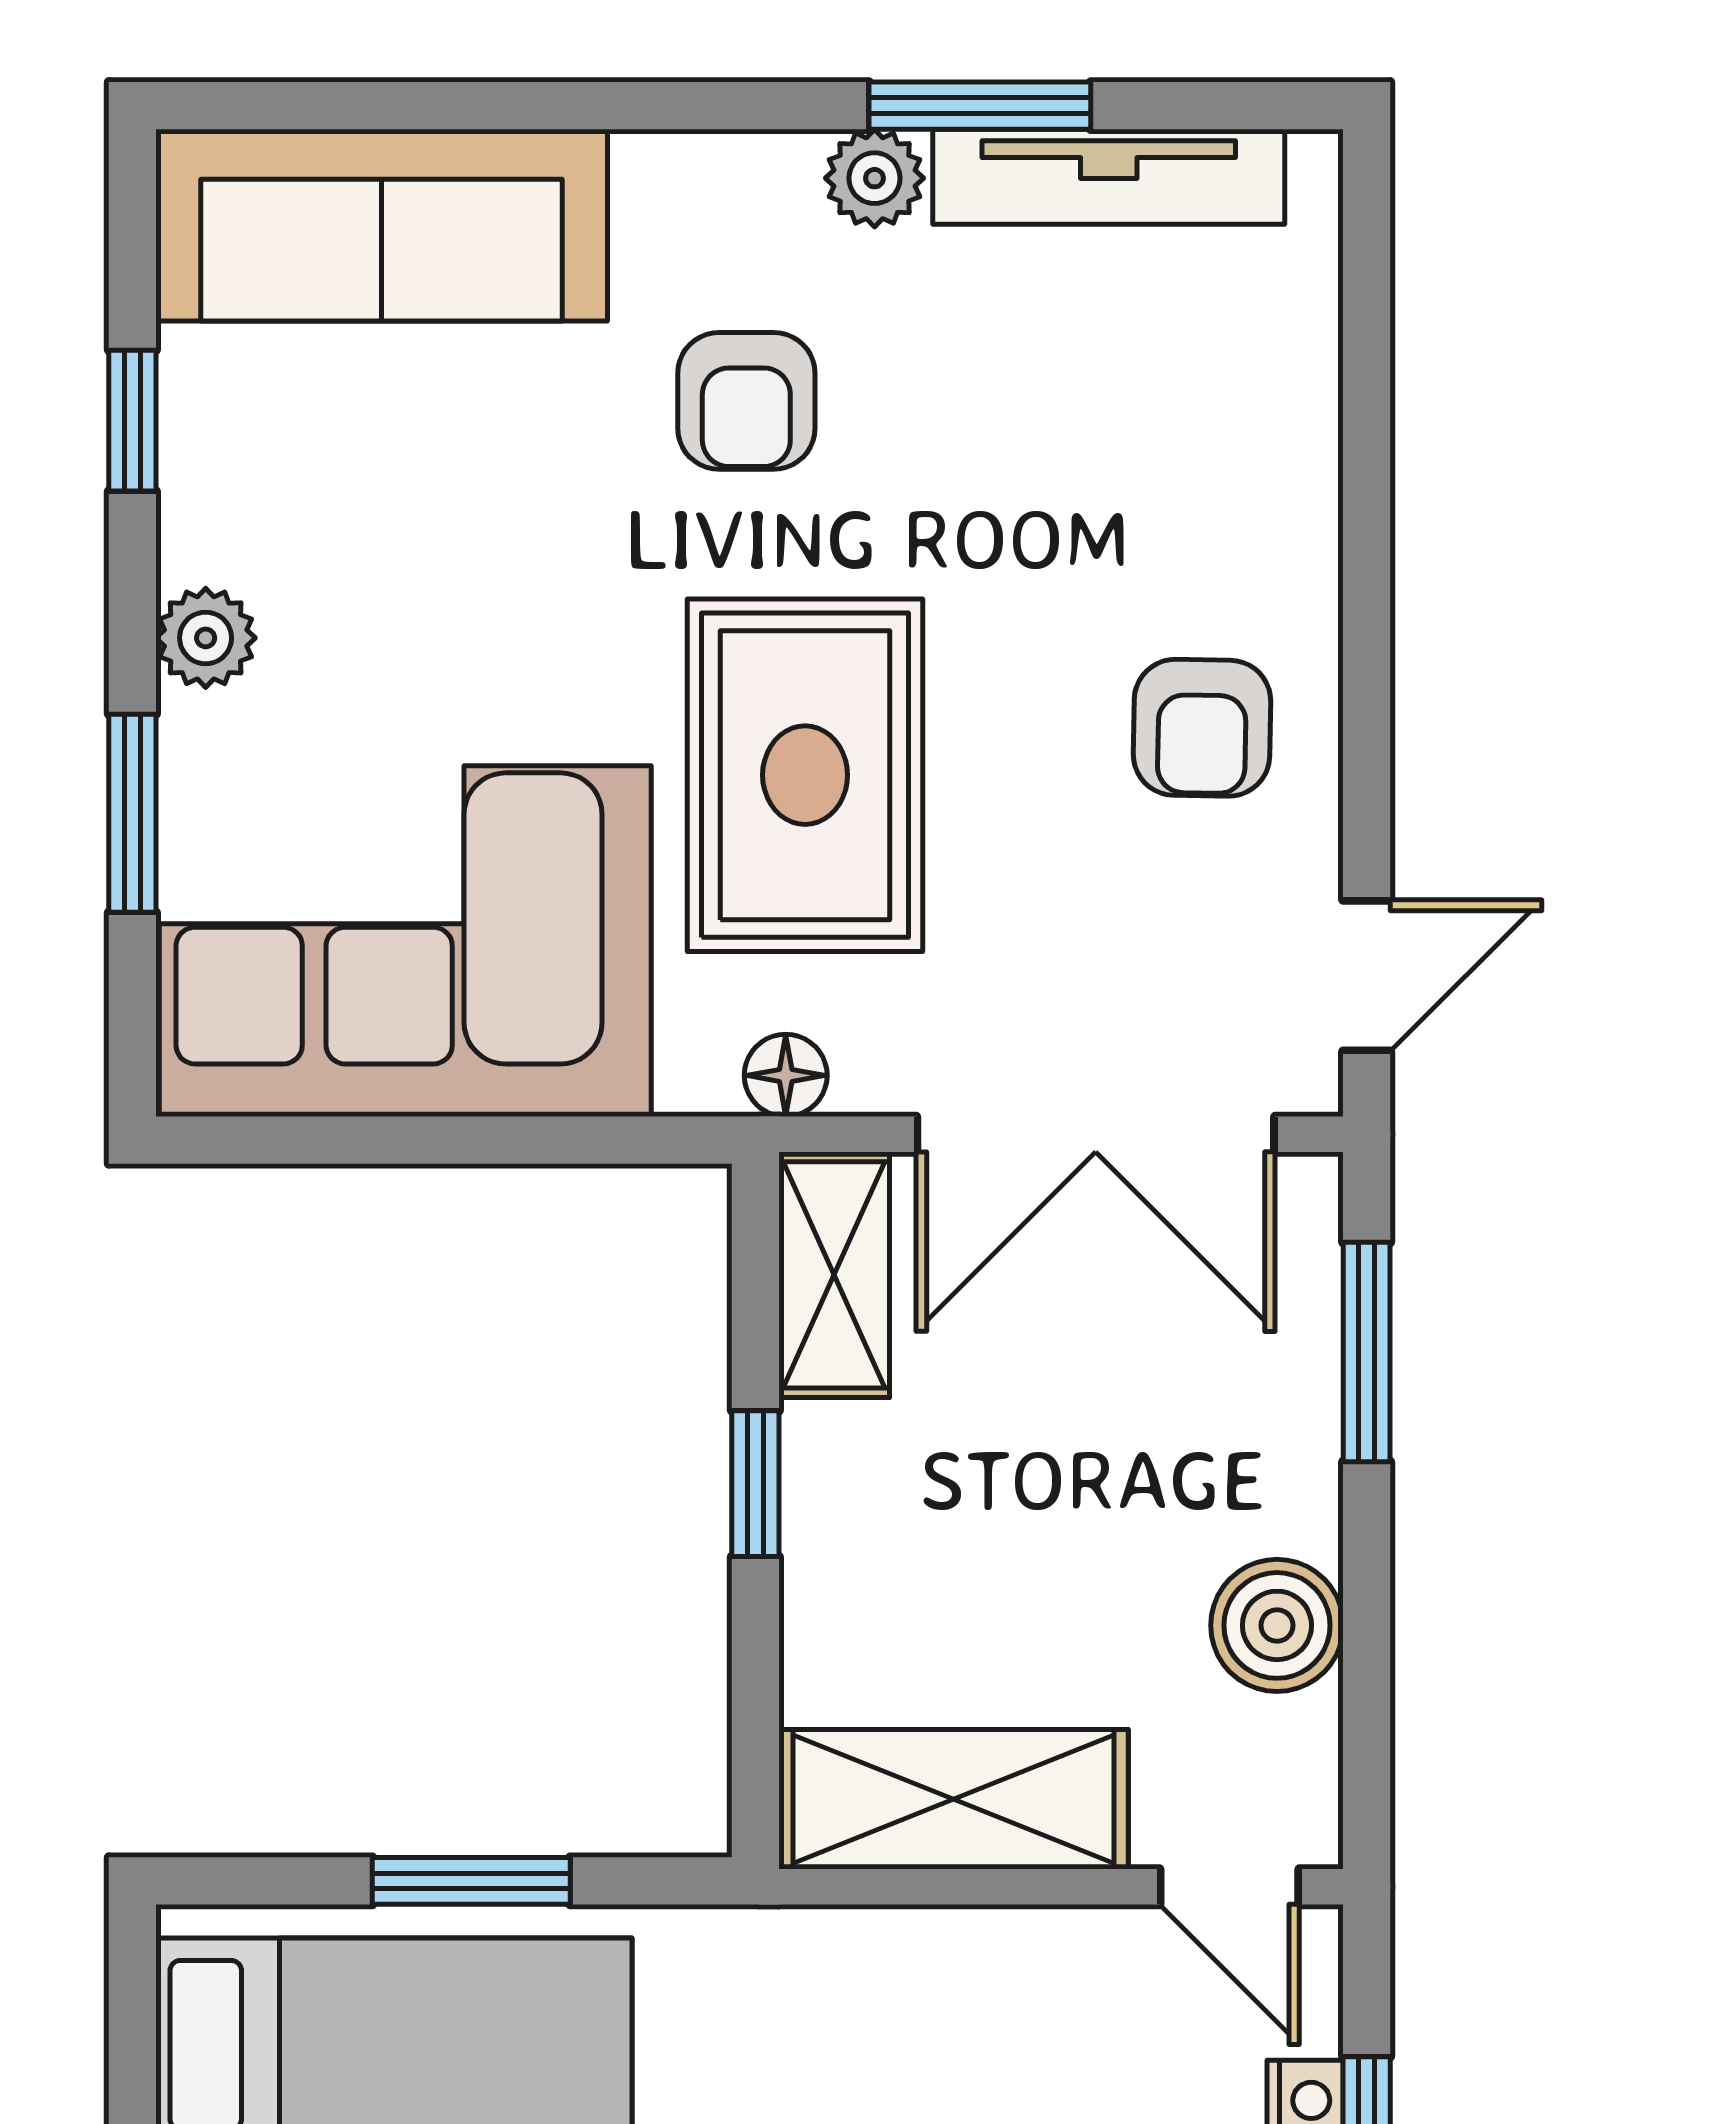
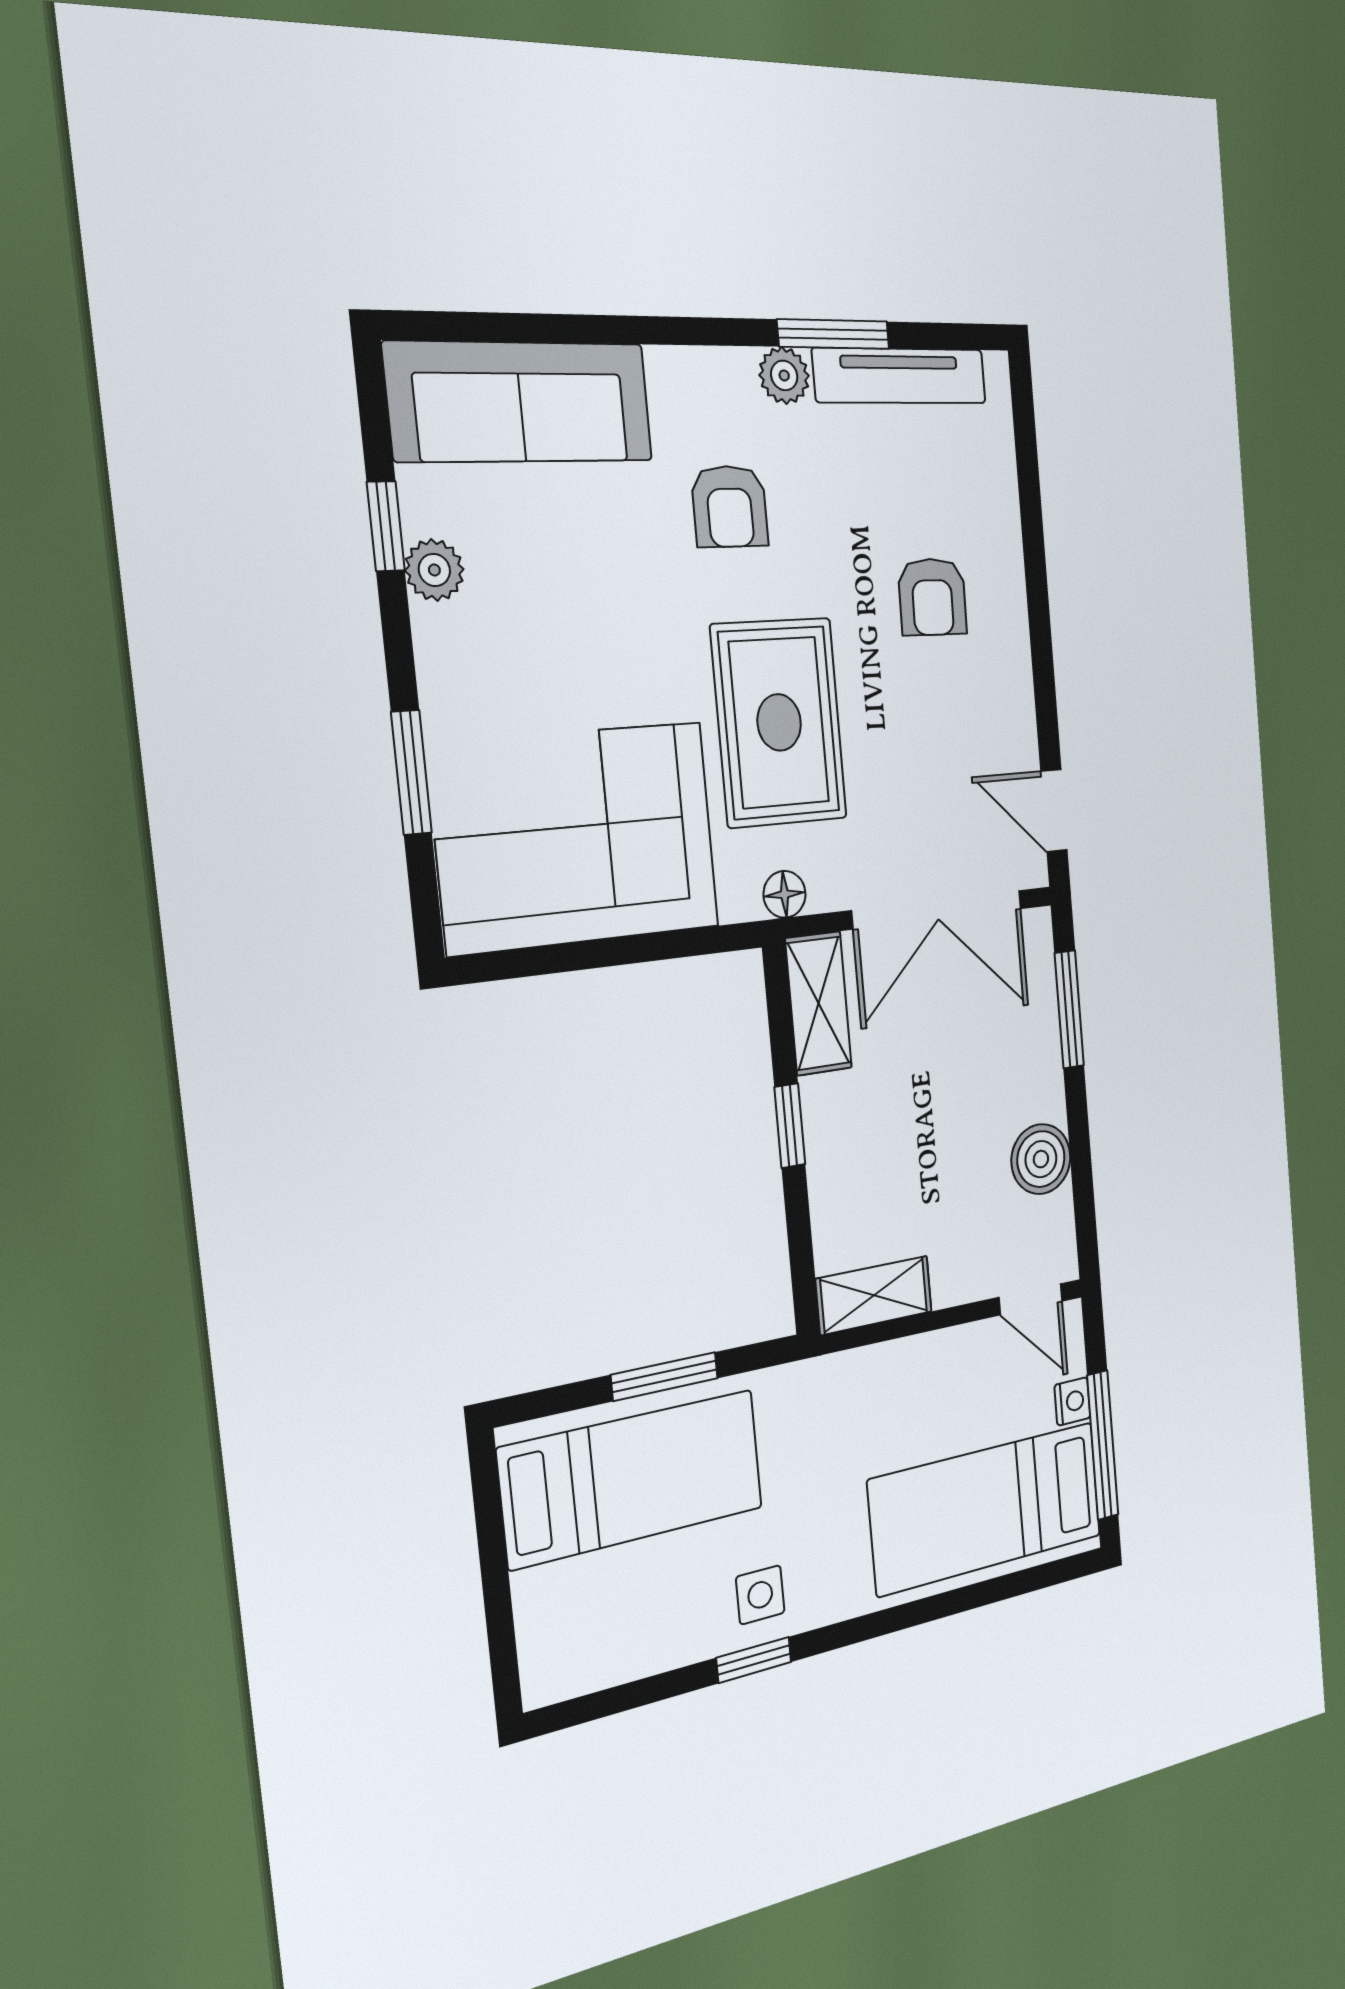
plant: (206, 638) -> (434, 570), moved
armchair: (1202, 728) -> (932, 597), moved
door: (1367, 976) -> (1054, 811), swing flipped
shelving: (953, 1799) -> (874, 1295), width x0.67, depth x0.75

